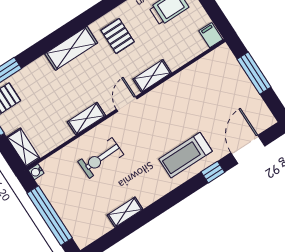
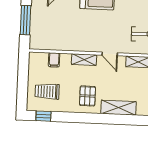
filing cabinet: (211, 35) -> (54, 60), moved
door: (127, 104) -> (110, 54), hinge flipped

